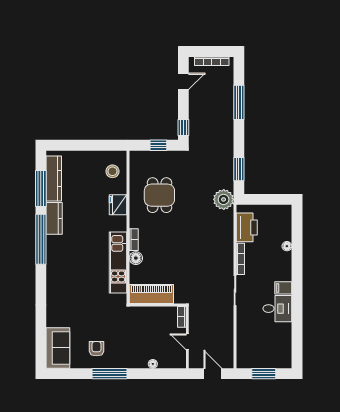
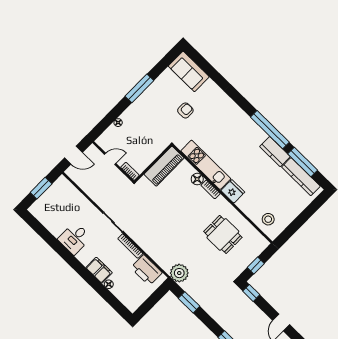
fridge: (118, 205) -> (233, 191), moved
filing cabinet: (283, 288) -> (99, 270), moved, width x2.00
armchair: (96, 349) -> (185, 110), moved, turned -90

